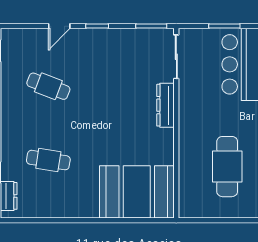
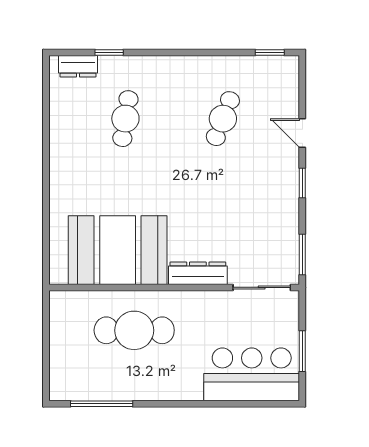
cafe table: (227, 167) -> (134, 330), moved
booth: (137, 192) -> (118, 250), moved, turned 90

